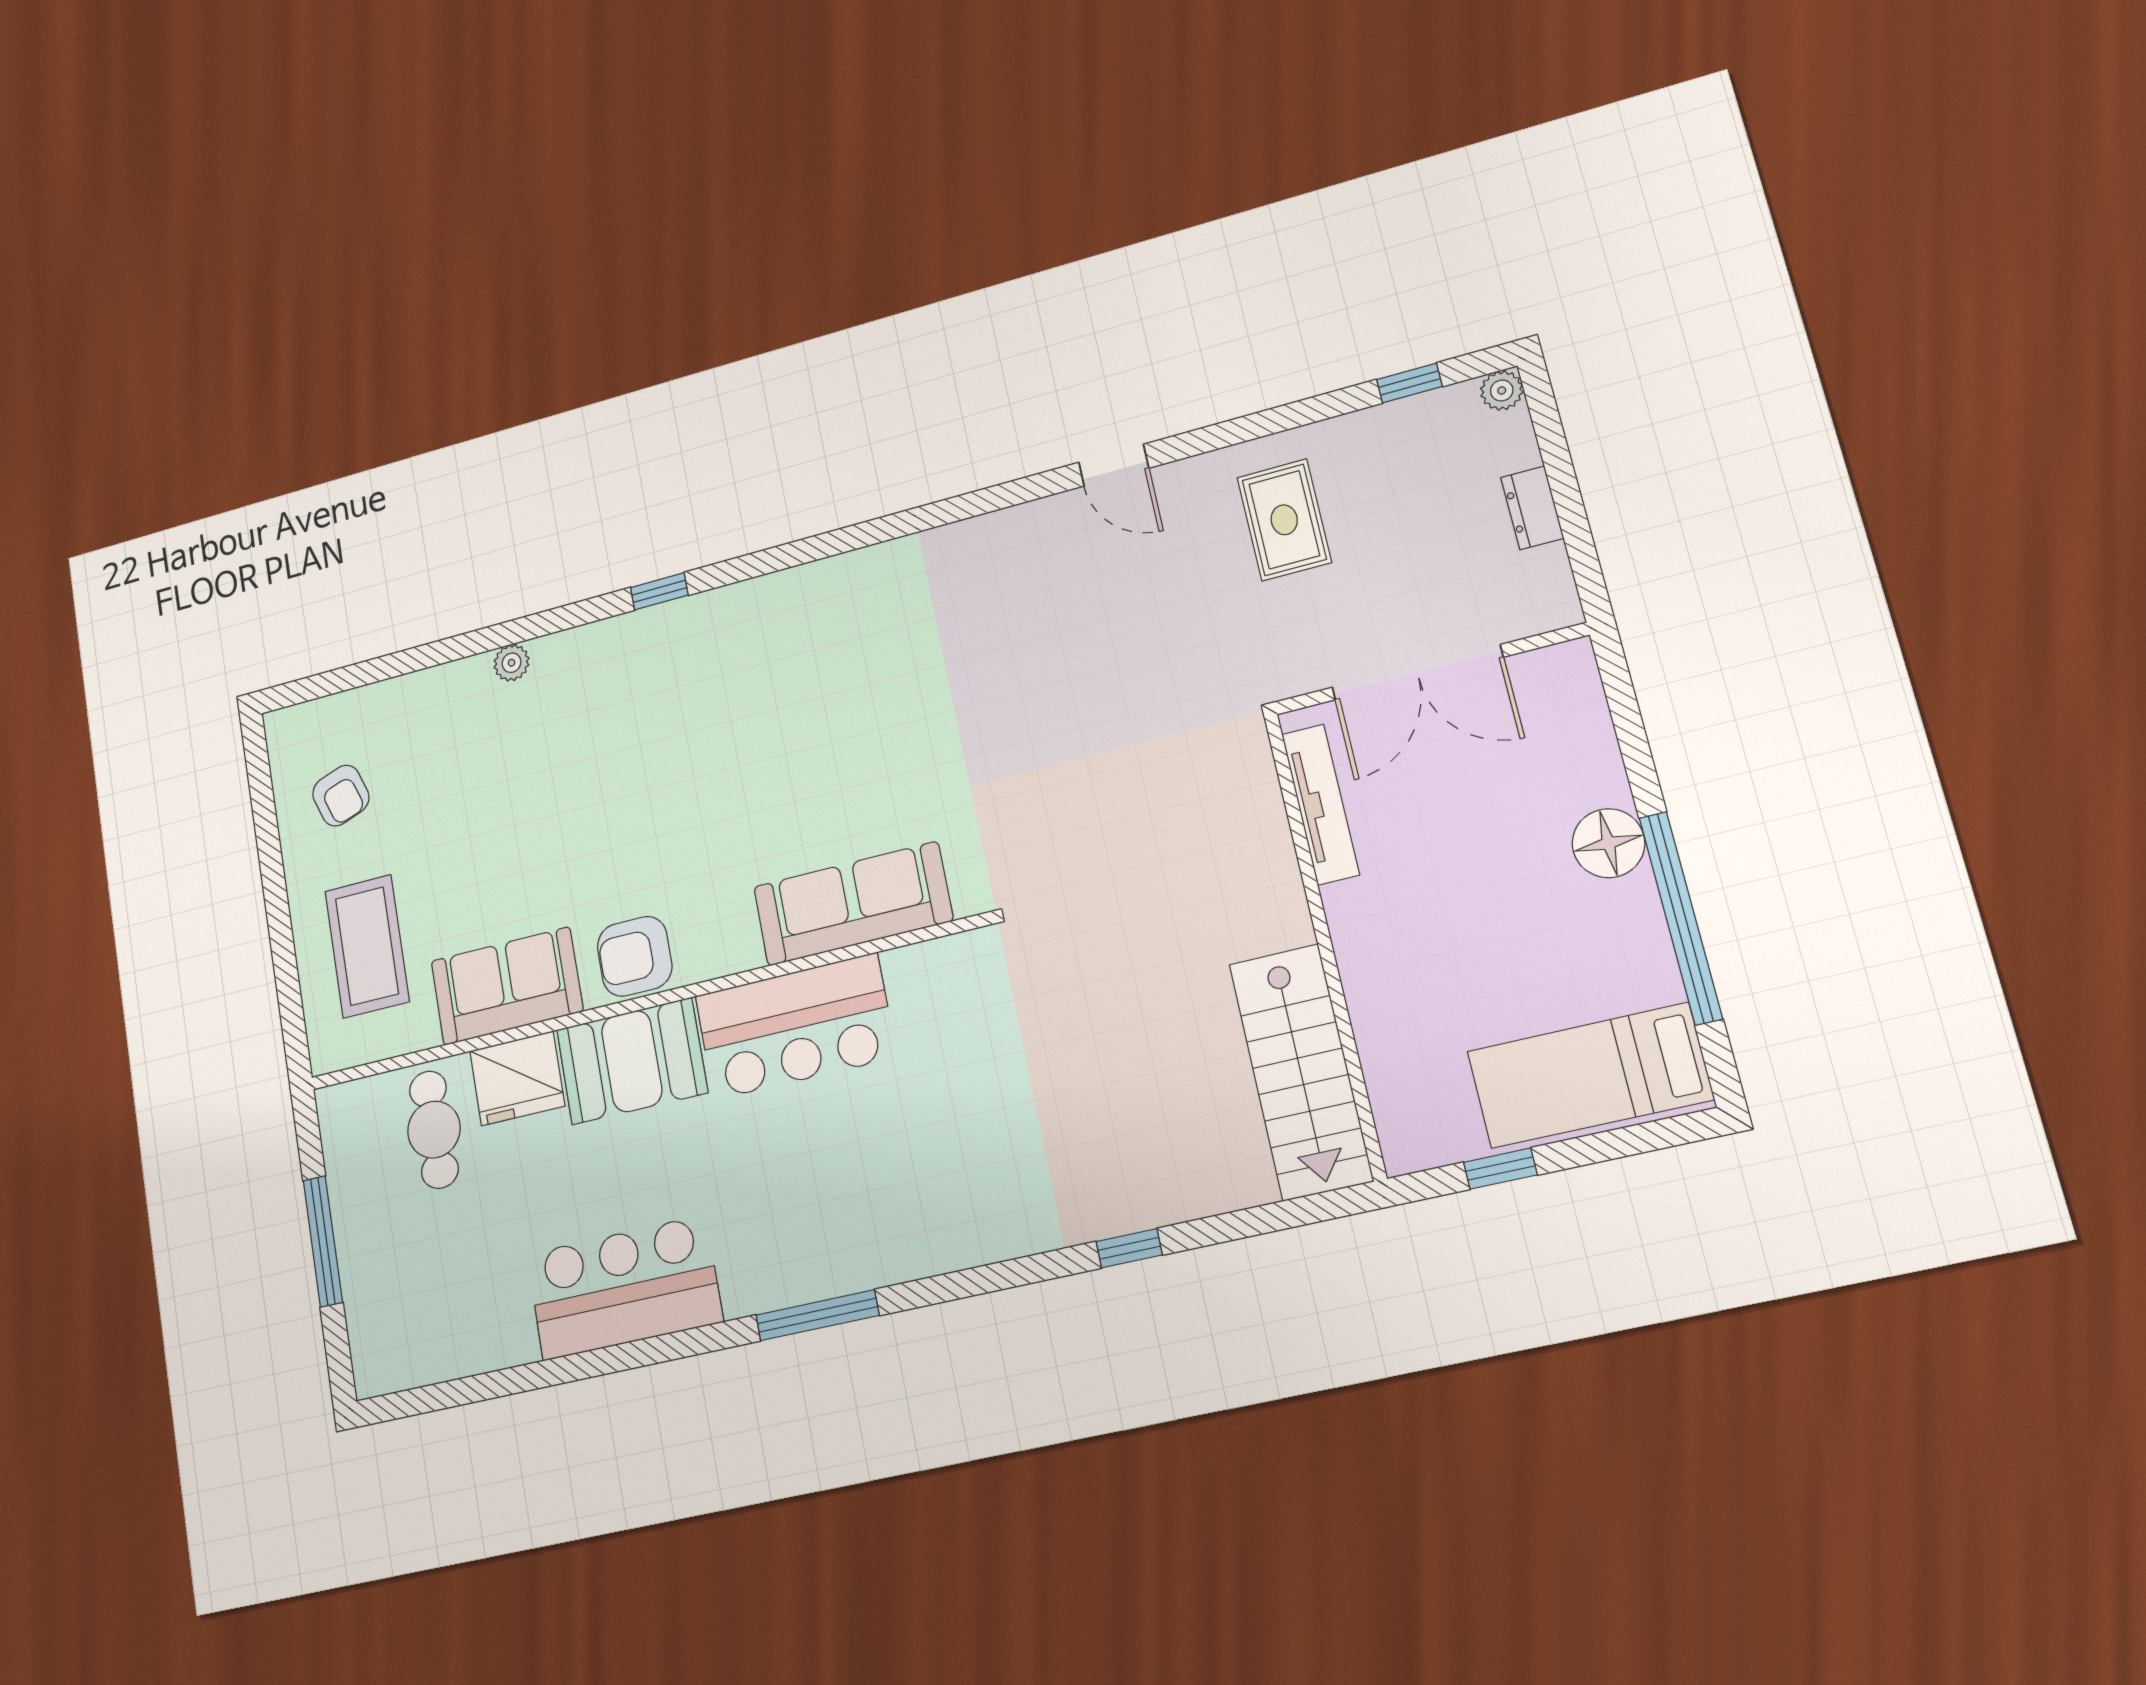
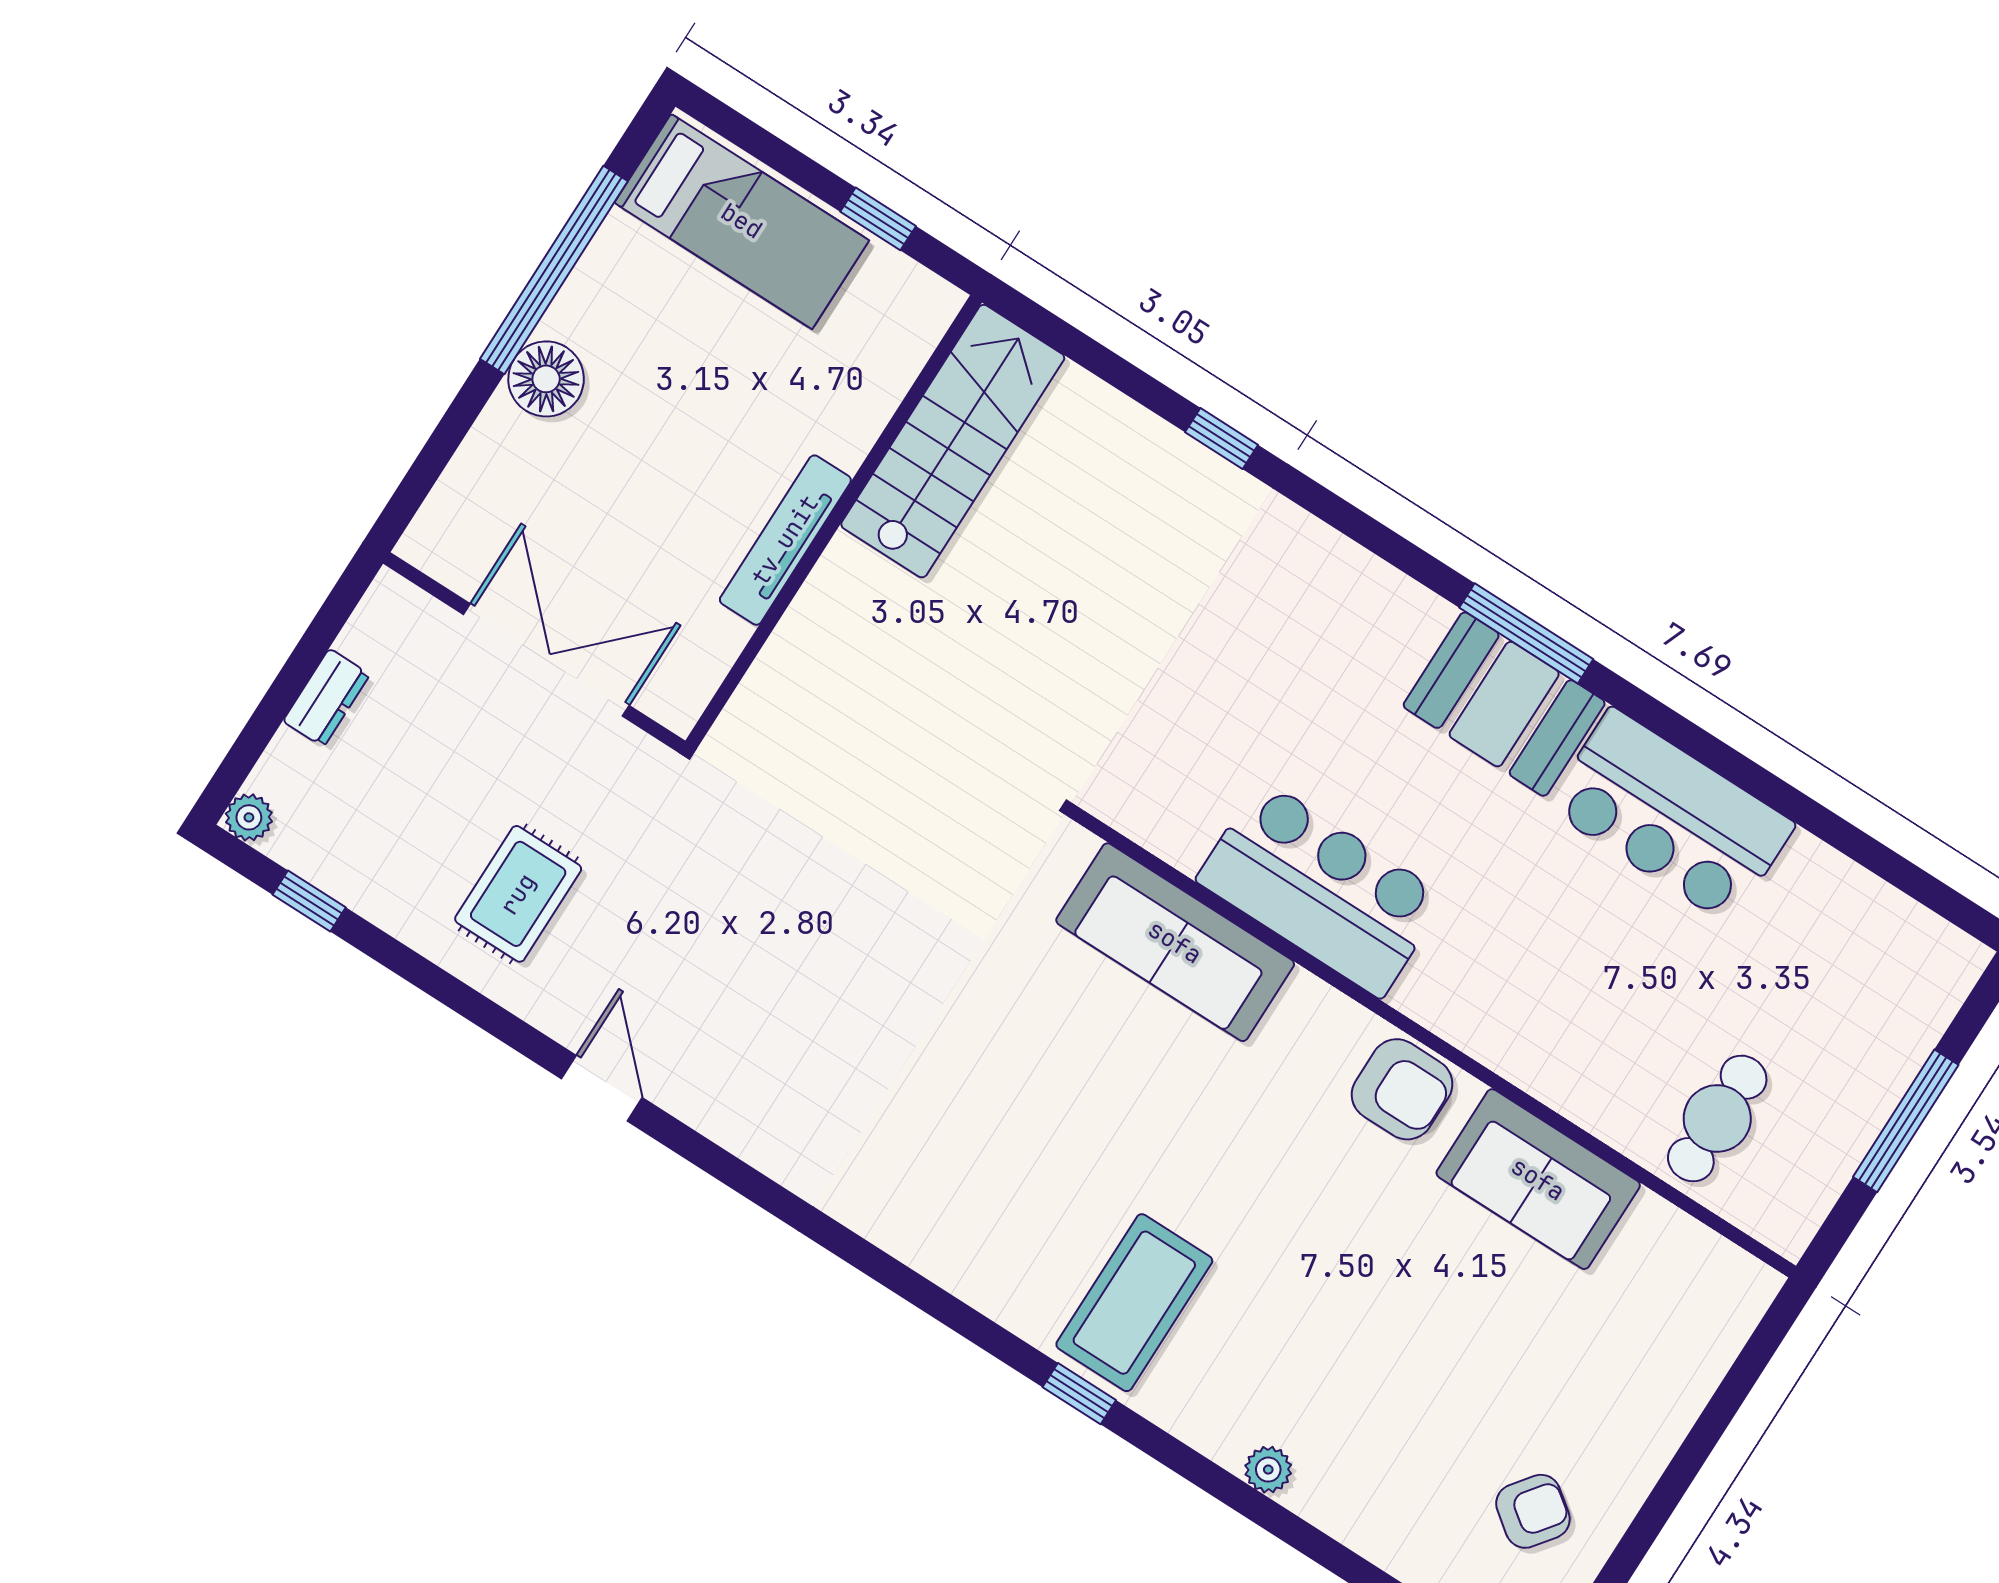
armchair: (341, 796) -> (1533, 1511), turned 56
tv unit: (1321, 804) -> (785, 540), moved
coffee table: (367, 946) -> (1134, 1303), moved
booth: (632, 1061) -> (1504, 704), moved
fridge: (517, 1078) -> (1602, 1088), removed

